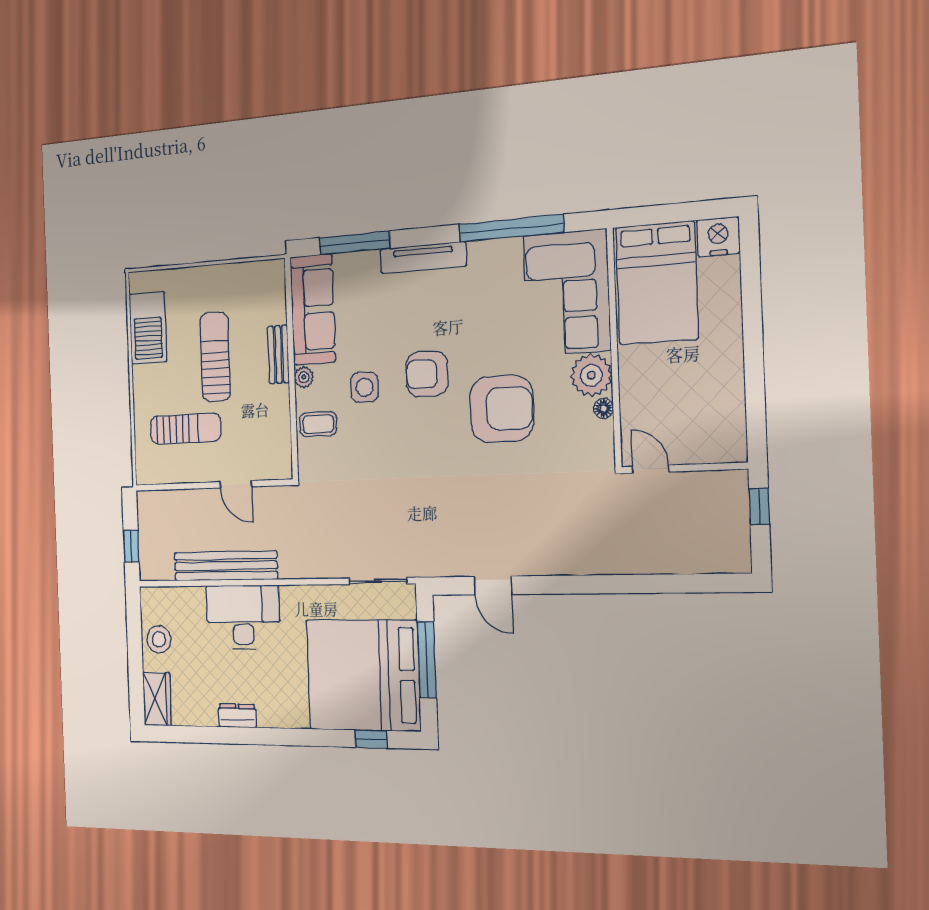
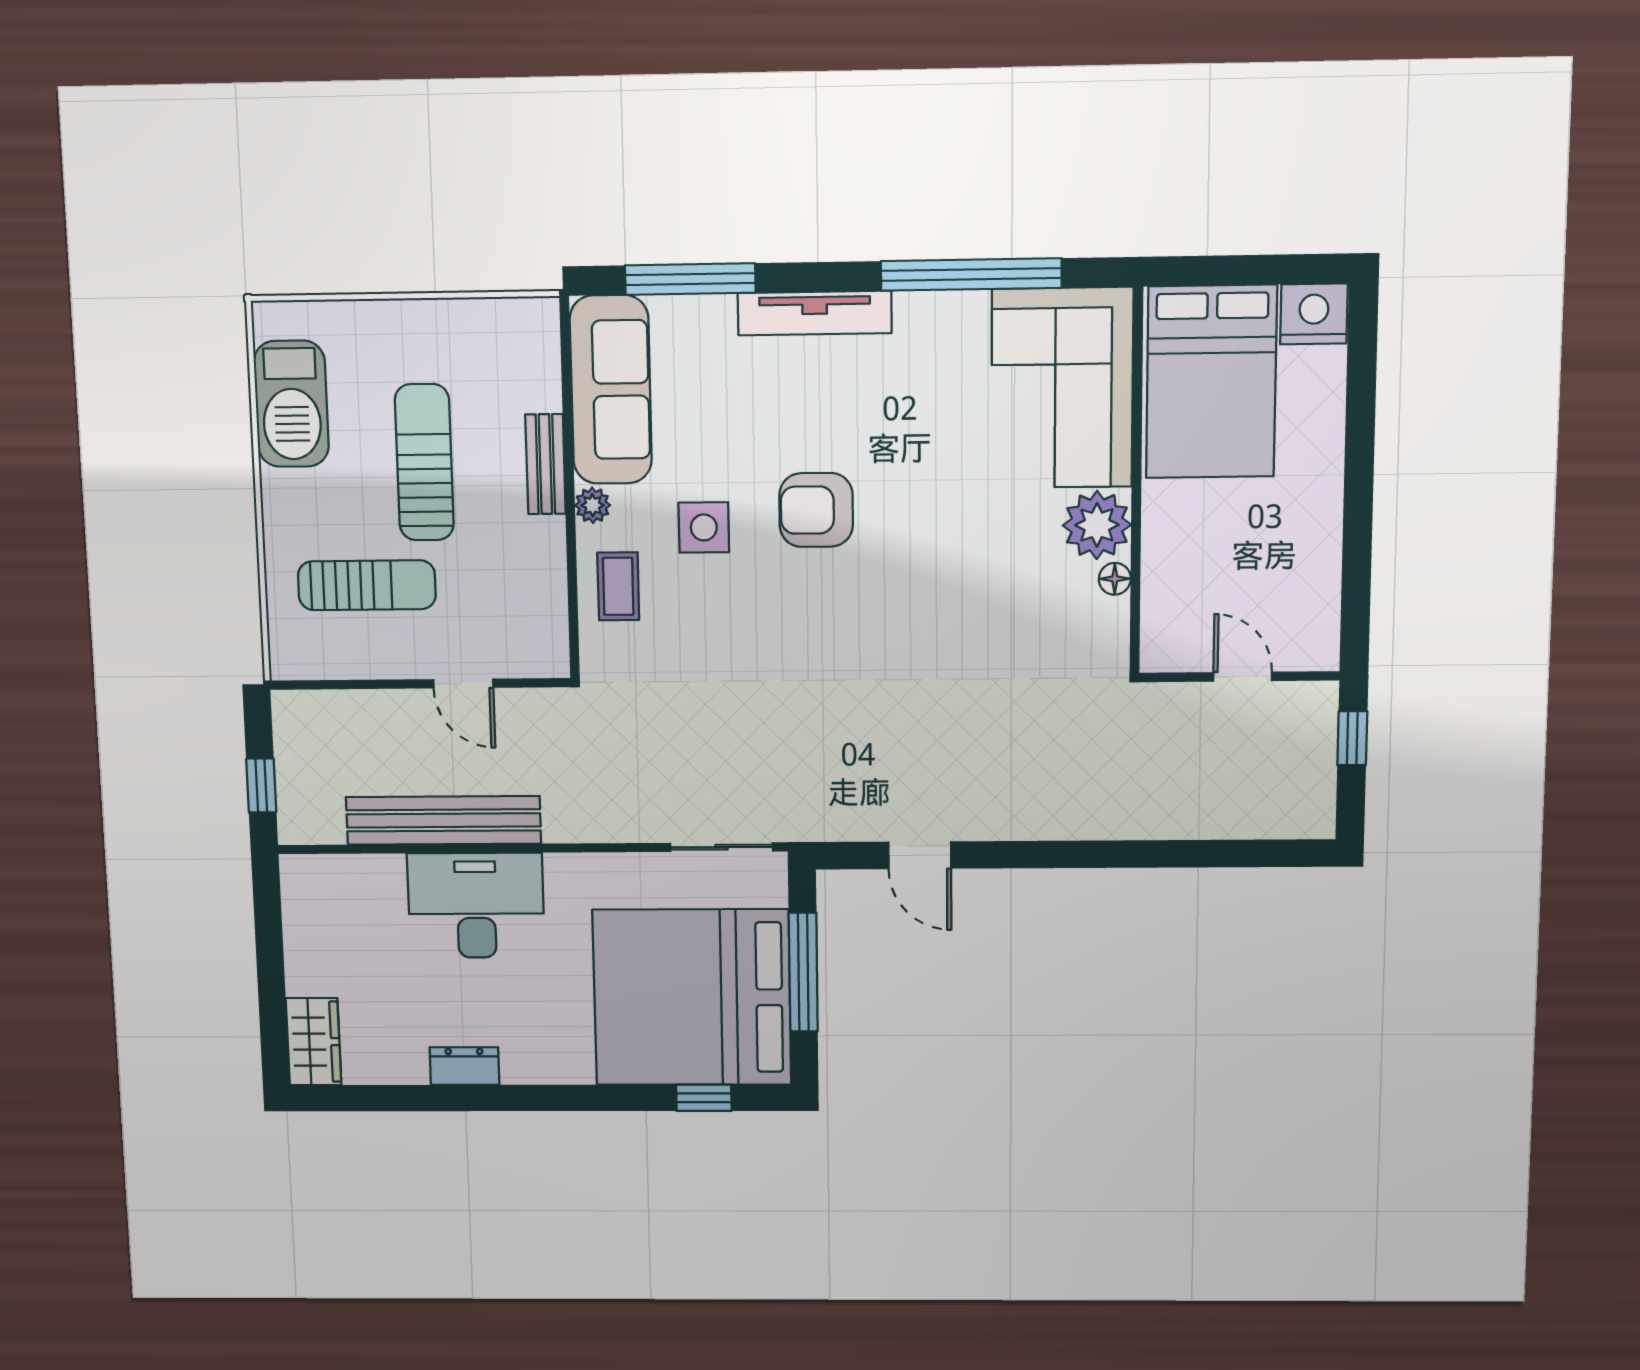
armchair: (502, 409) -> (944, 573), removed
coffee table: (318, 424) -> (618, 586), turned 90
door: (651, 469) -> (1243, 677), moved
stool: (159, 639) -> (316, 943), removed

